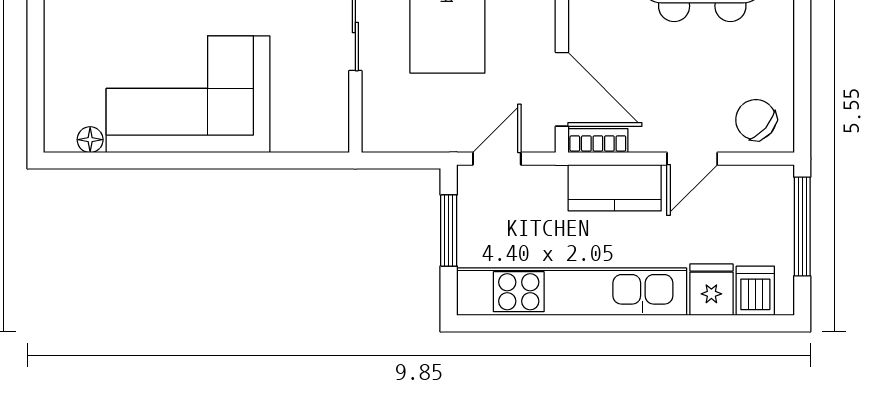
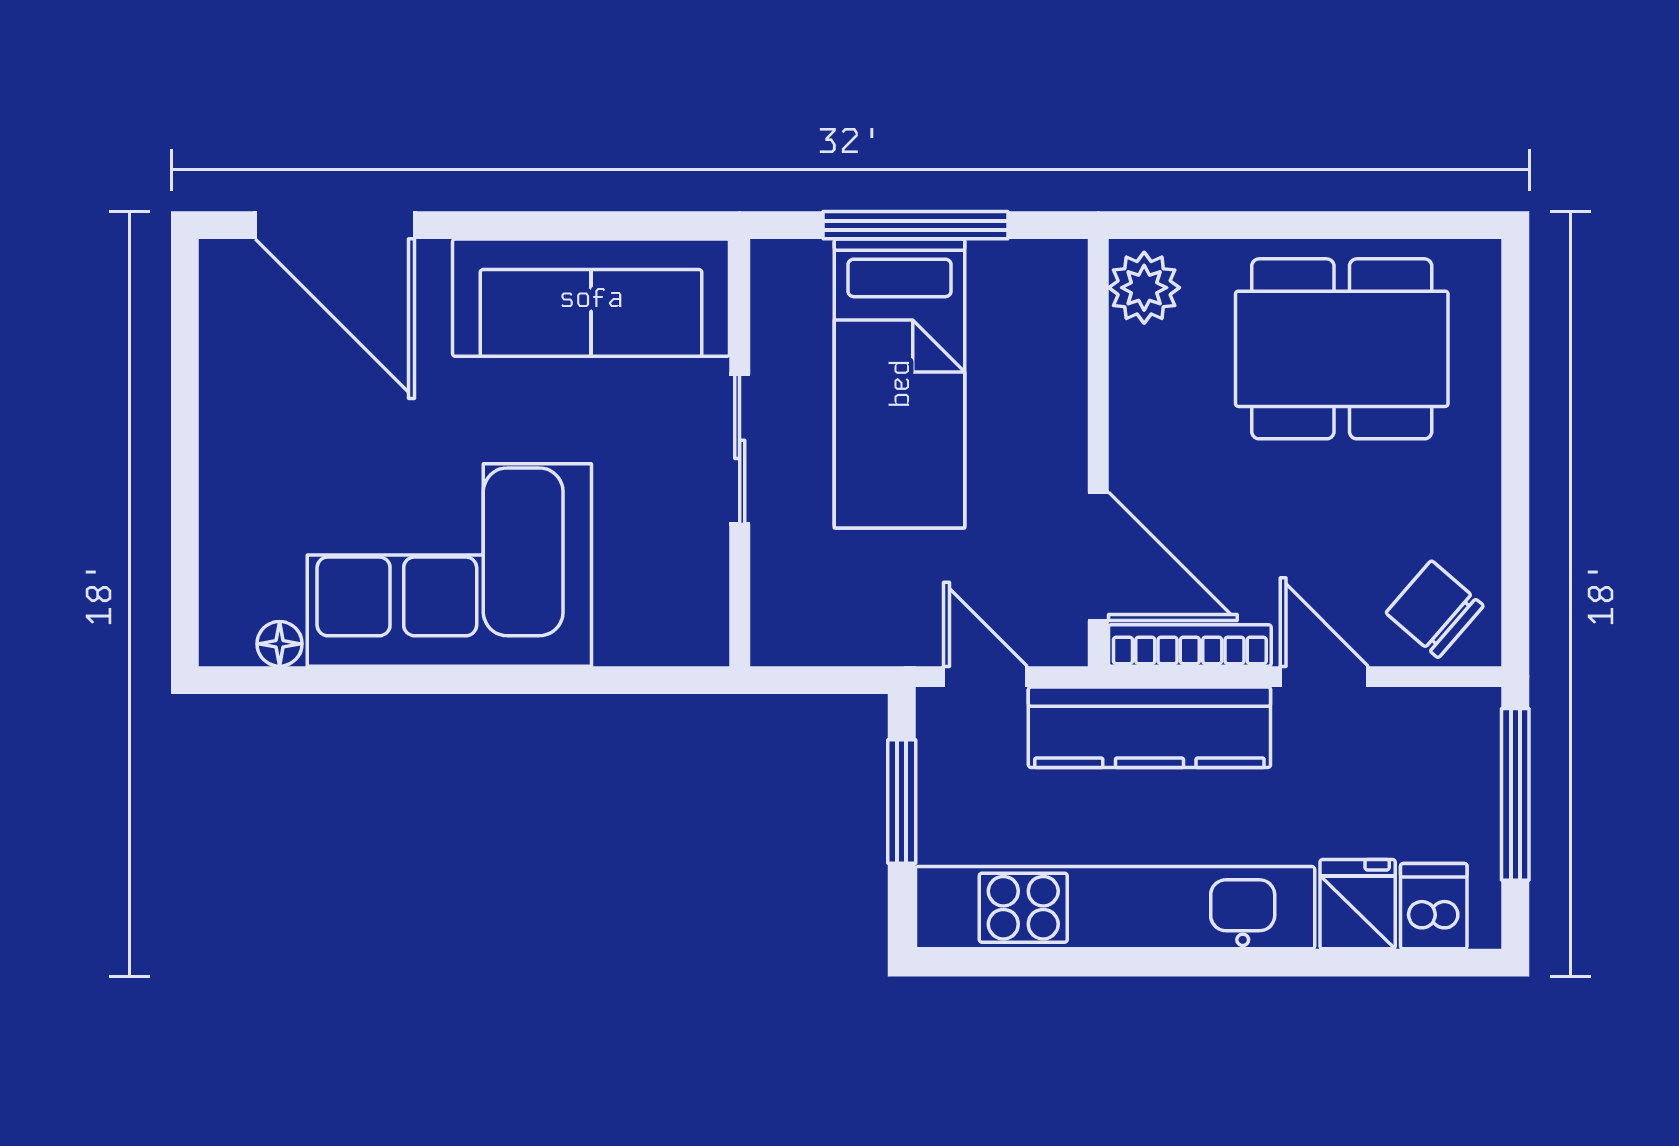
bookcase: (598, 141) -> (1190, 645), width x1.56
door: (497, 159) -> (985, 677), hinge flipped
door: (692, 159) -> (1324, 677), swing flipped
kitchen counter: (615, 188) -> (1149, 727), width x1.50

